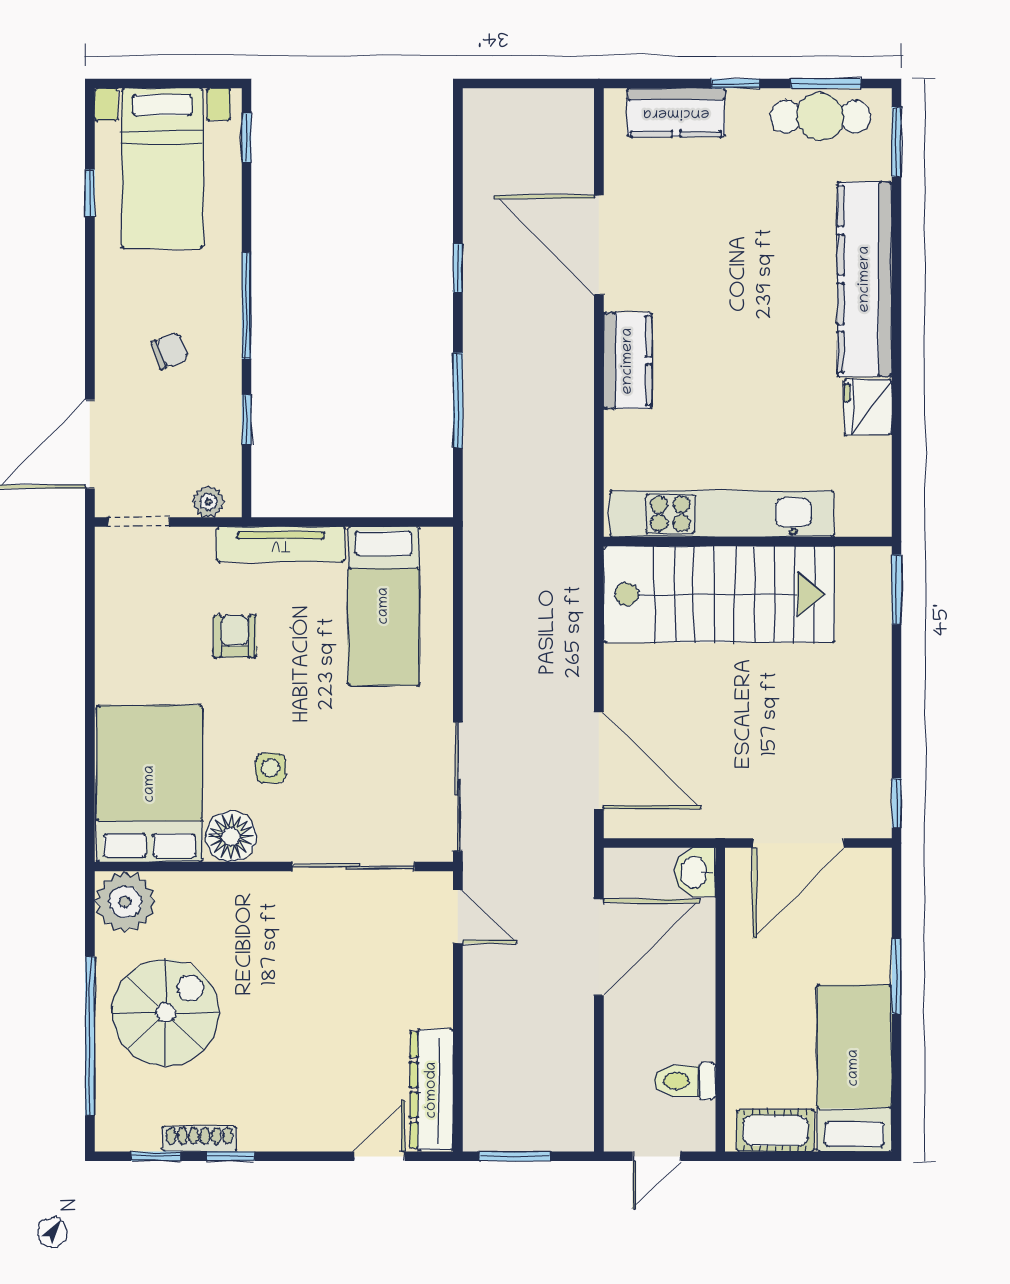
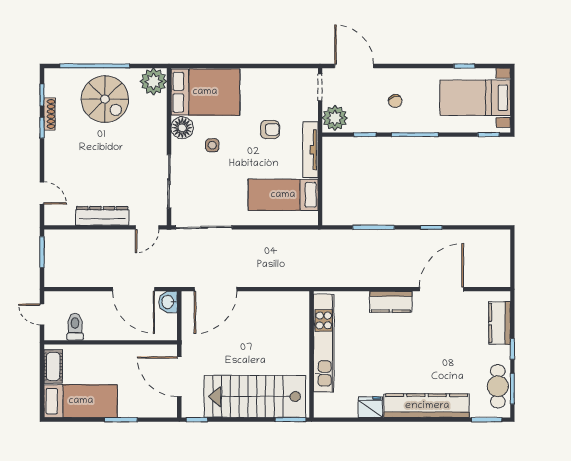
plant: (208, 502) -> (335, 118), width x1.88, depth x1.88
stairs: (719, 594) -> (255, 397), moved, turned 90
washbasin: (695, 872) -> (168, 302), moved, turned -90
dresser: (432, 1090) -> (102, 216), moved

